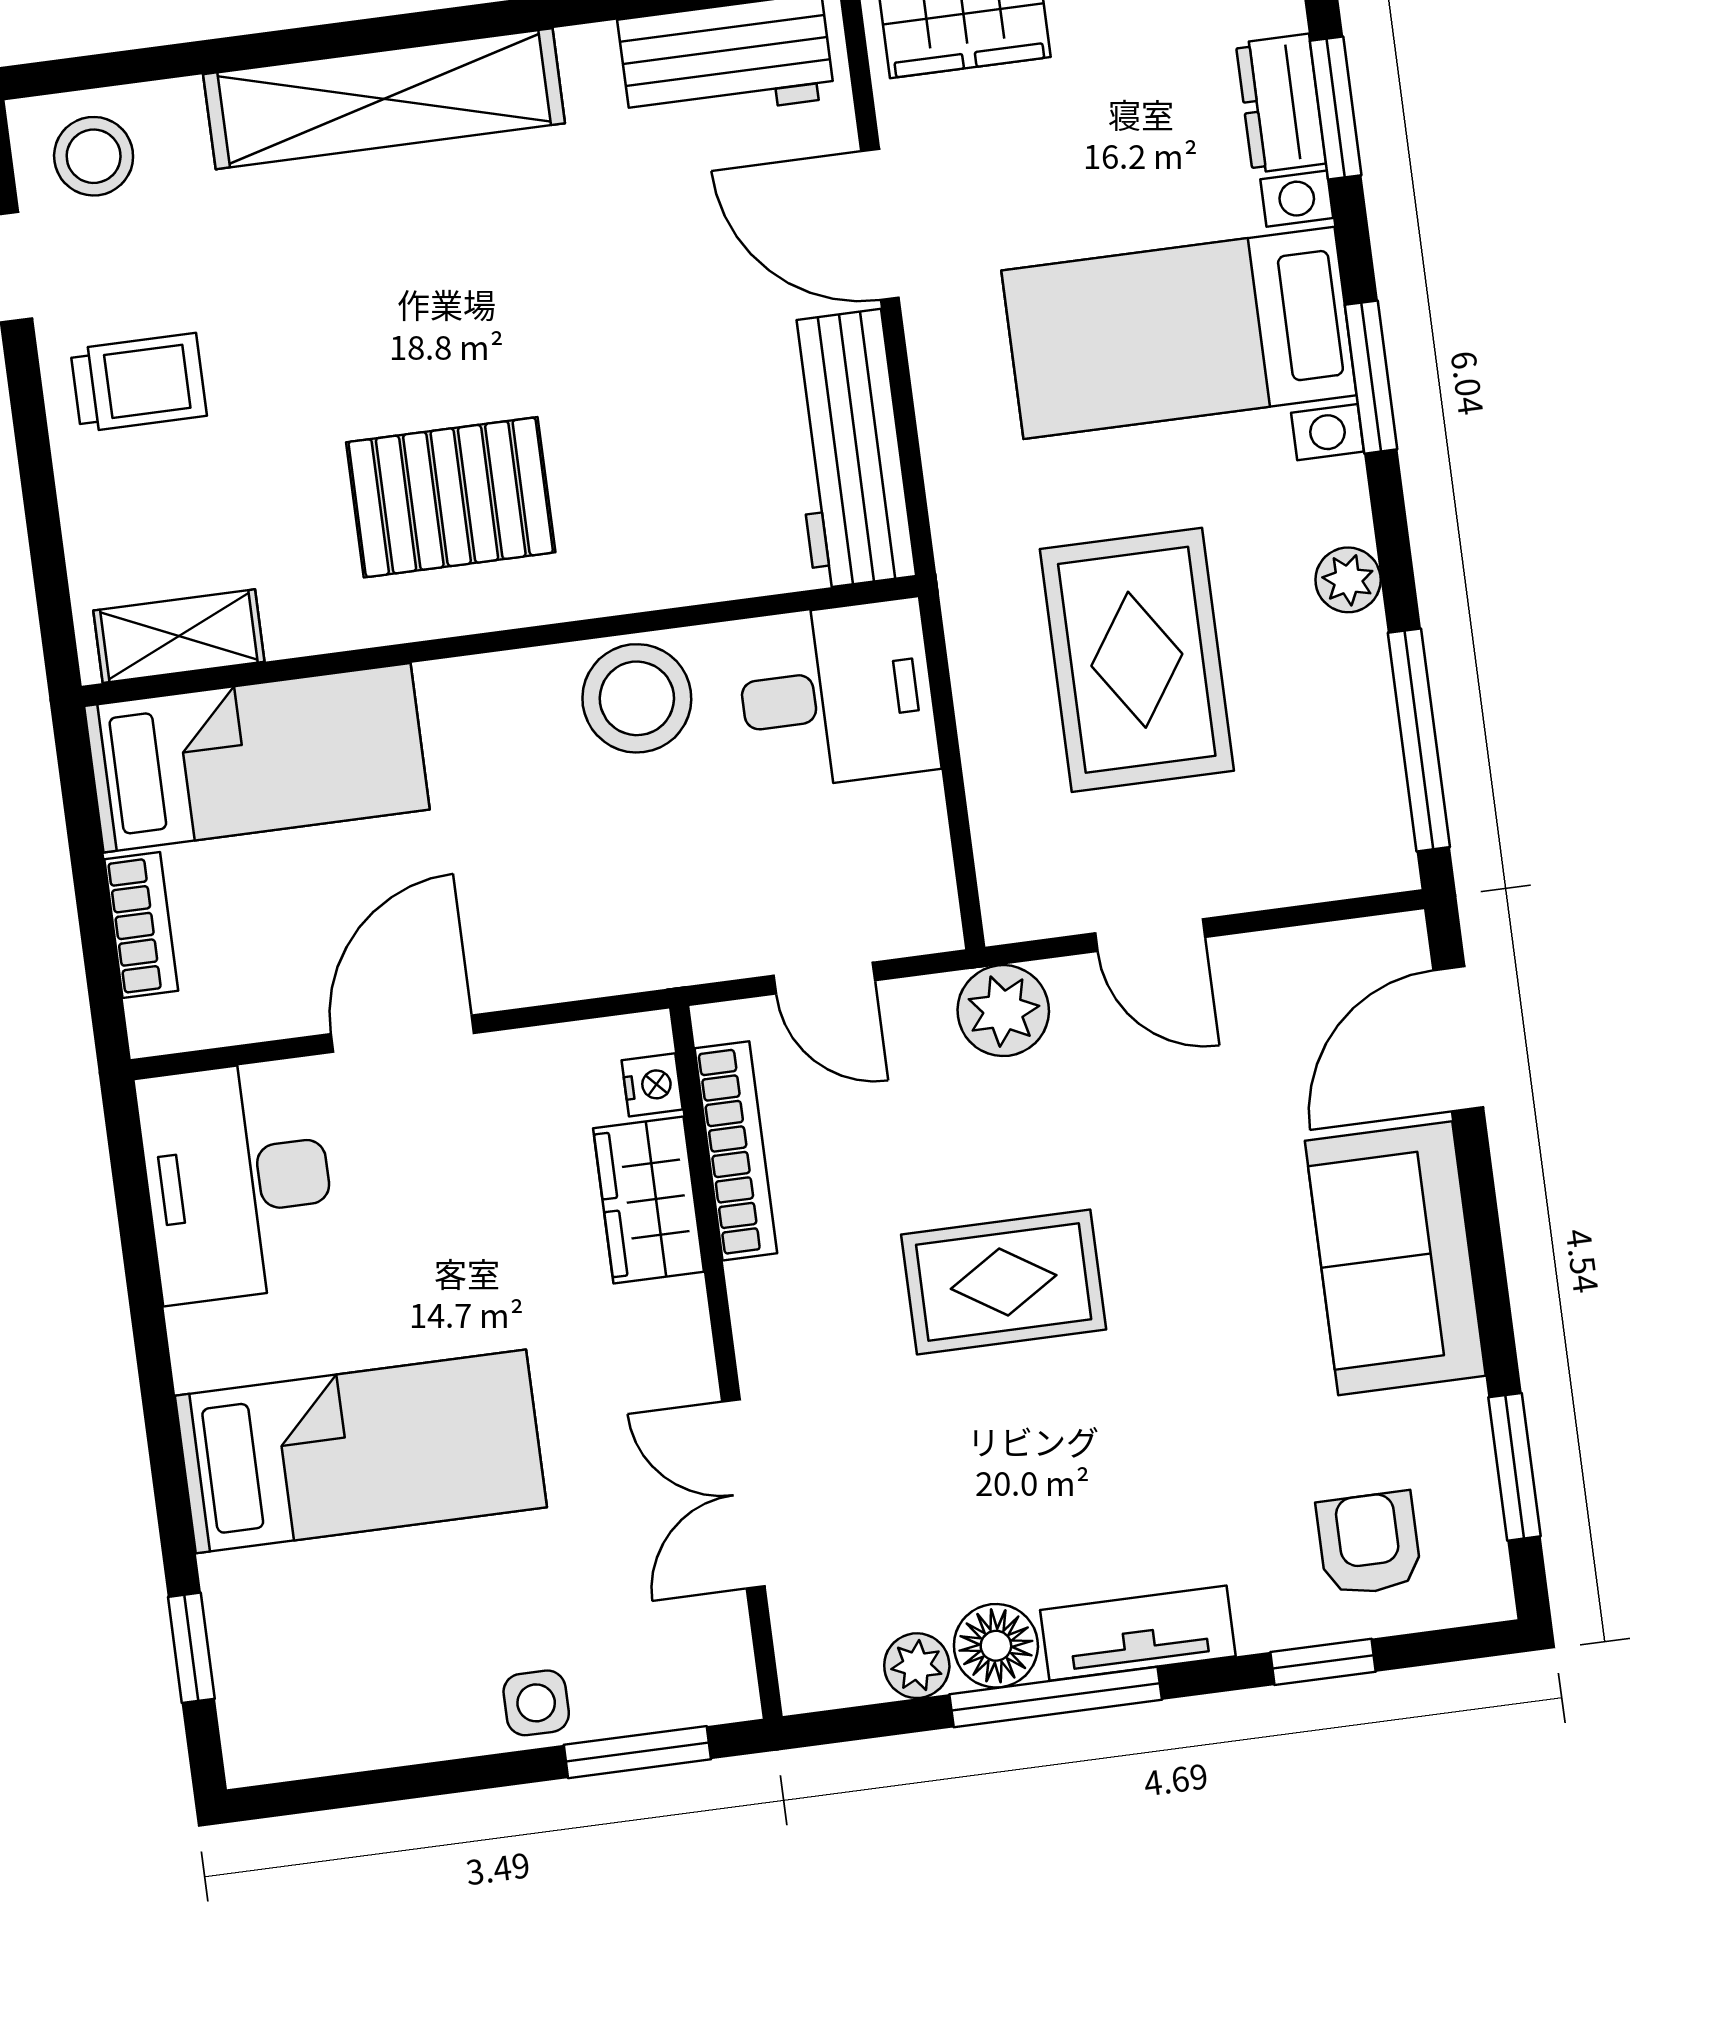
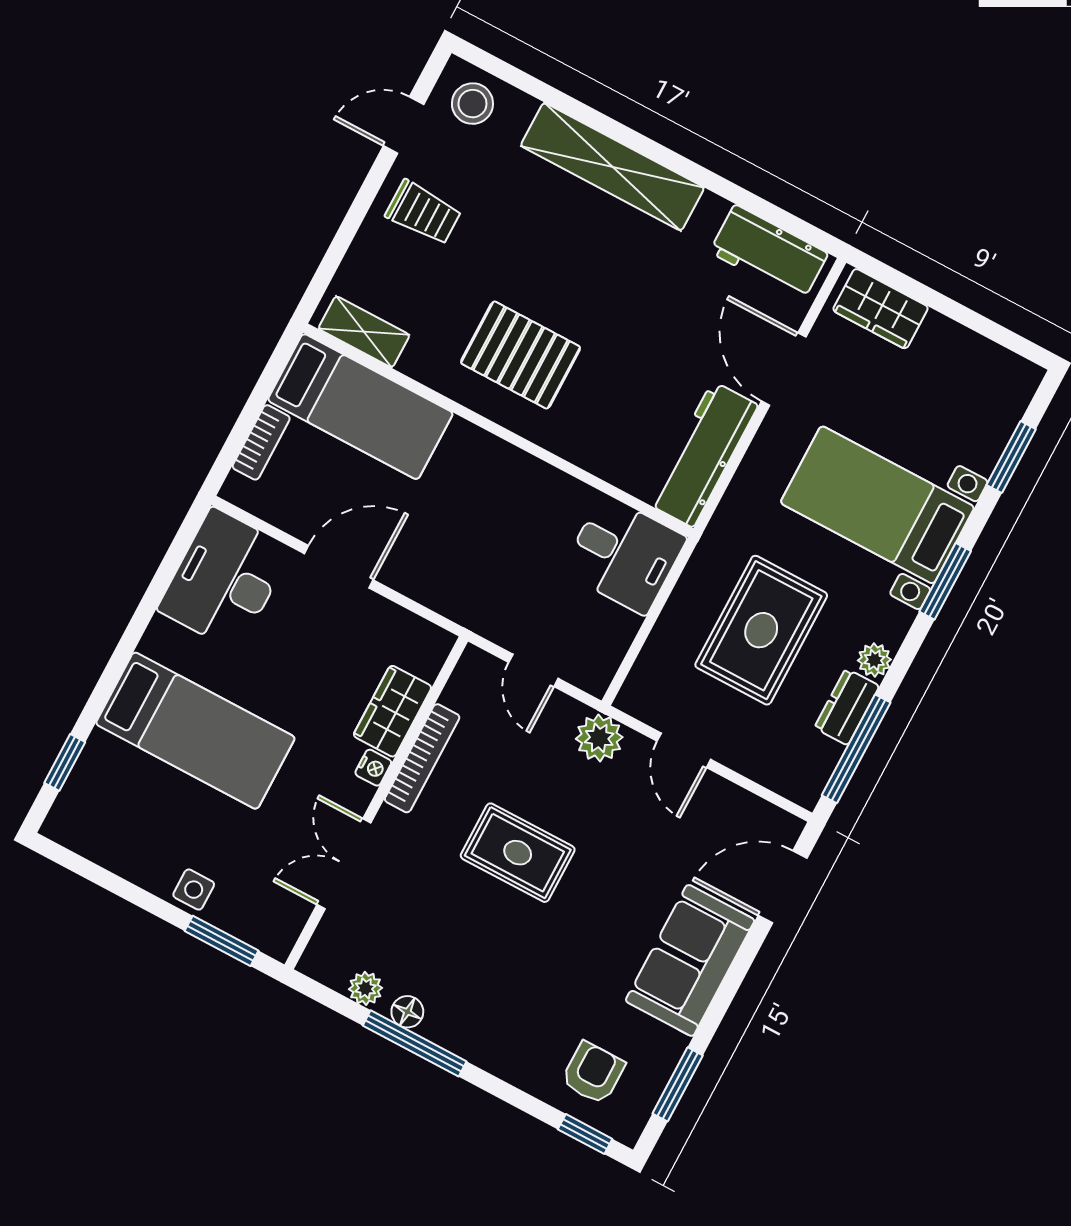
dresser: (1281, 103) -> (847, 707), moved
stool: (637, 698) -> (539, 496), removed
nightstand: (652, 1085) -> (373, 768), moved
bookcase: (736, 1151) -> (422, 758), moved
tv unit: (1138, 1633) -> (469, 1041), removed
floor lamp: (996, 1646) -> (407, 1012), width x0.73, depth x0.73
window: (1323, 1662) -> (585, 1134), moved

